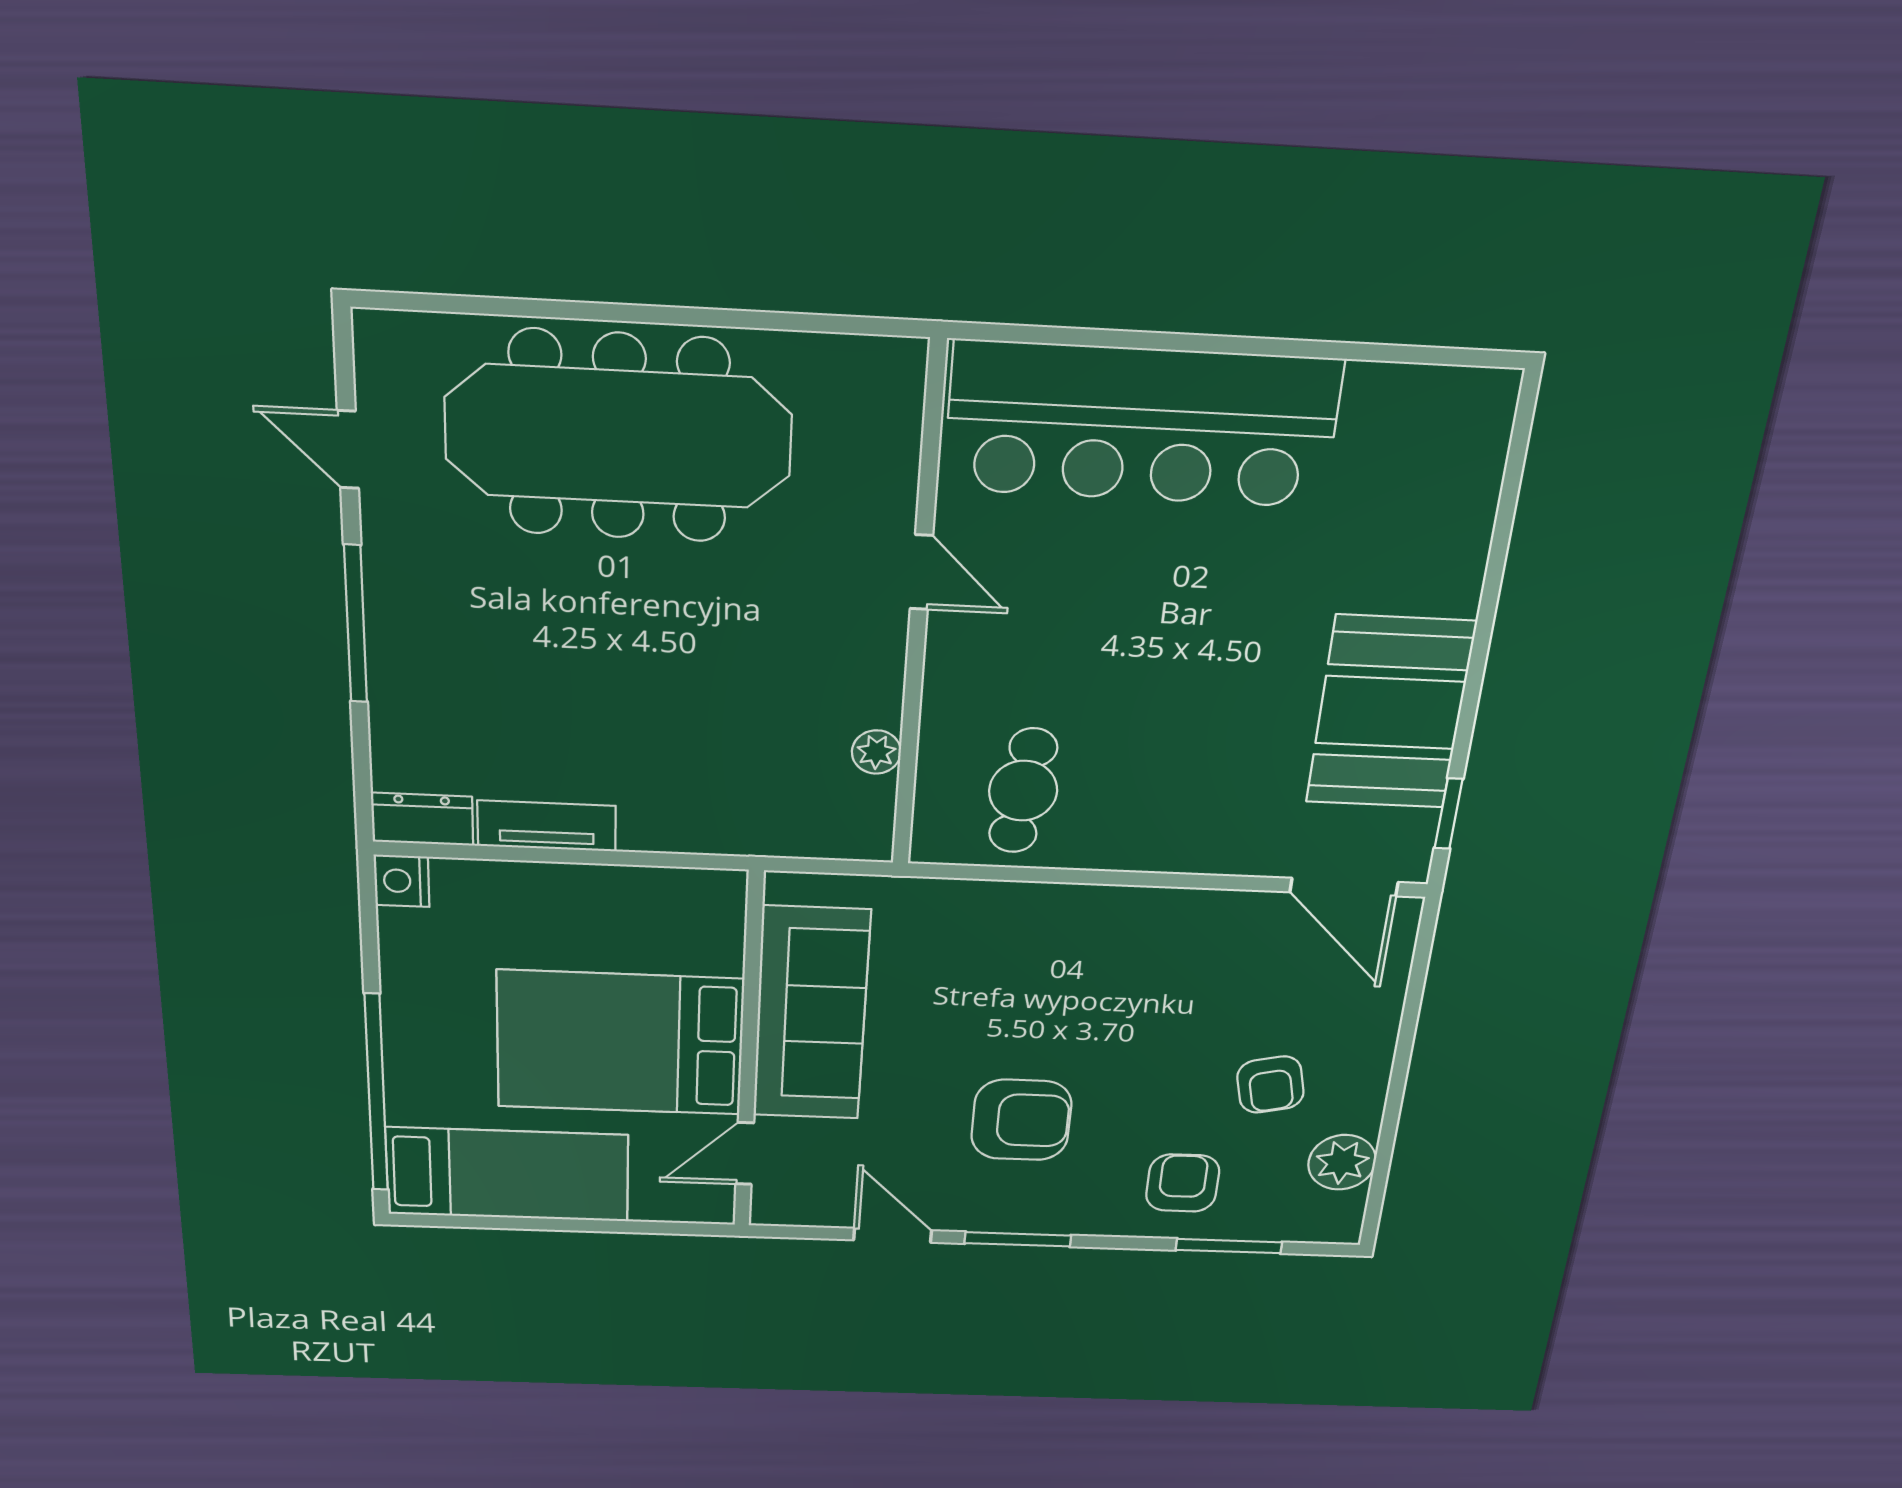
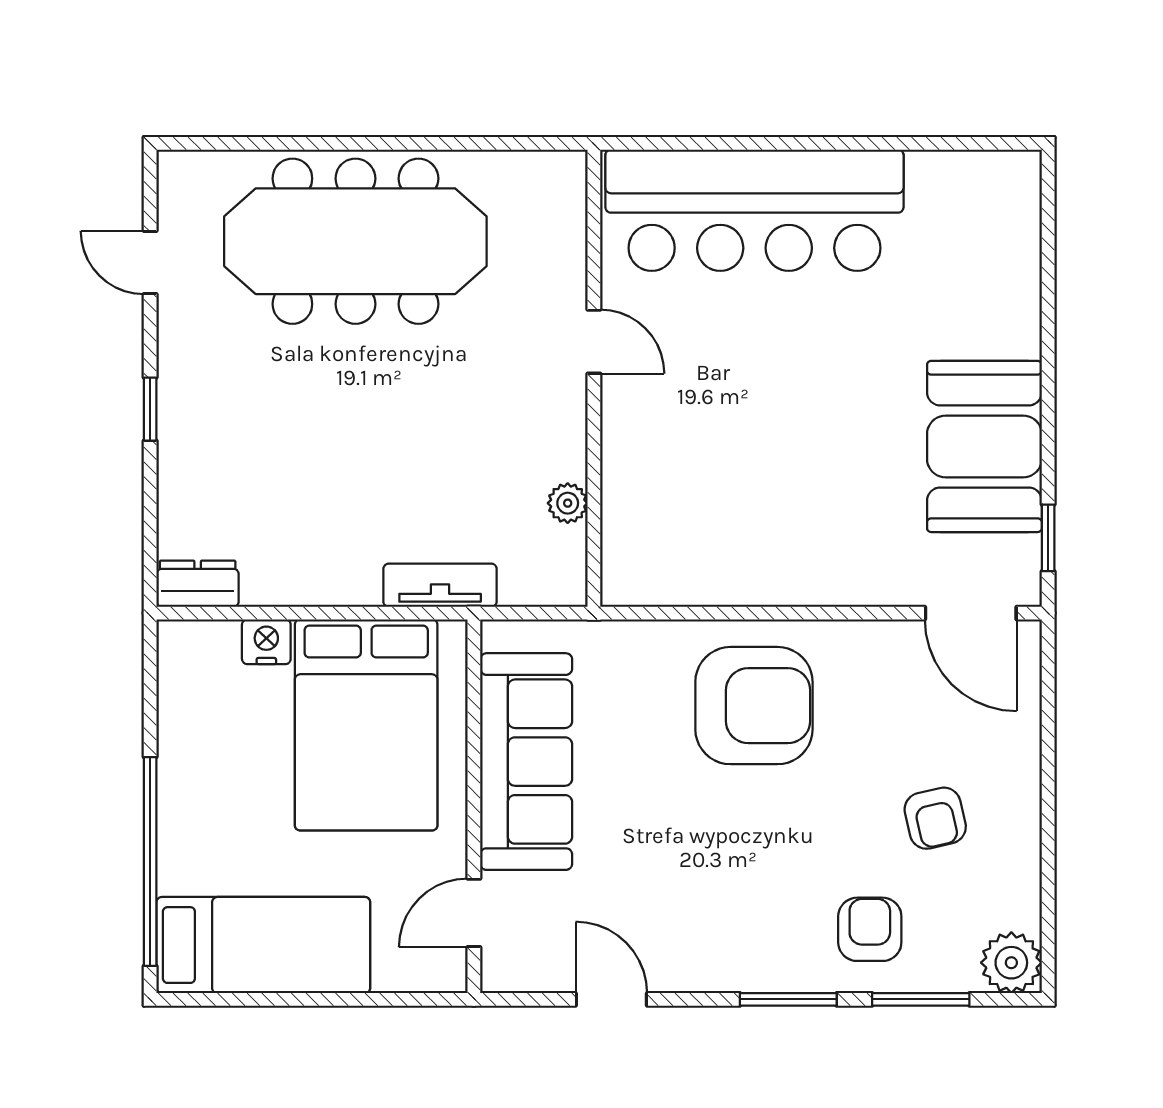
window: (356, 624) -> (150, 409), width x0.46
cafe table: (1023, 791) -> (691, 533), removed
tv unit: (547, 826) -> (440, 585), moved
nightstand: (402, 881) -> (266, 642), moved, turned 90
bed: (620, 1043) -> (366, 725), moved, turned -90
armchair: (1021, 1120) -> (754, 706), moved, width x1.36, depth x1.36
plant: (1342, 1162) -> (1011, 963), moved
window: (1018, 1239) -> (788, 999), moved

